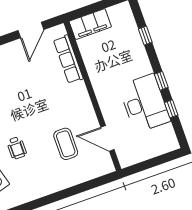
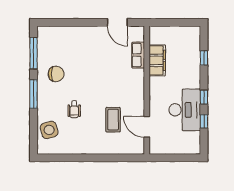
filing cabinet: (90, 24) -> (157, 60), moved, turned -90
door: (31, 30) -> (117, 22), hinge flipped
row of seats: (68, 59) -> (138, 55), width x0.68

